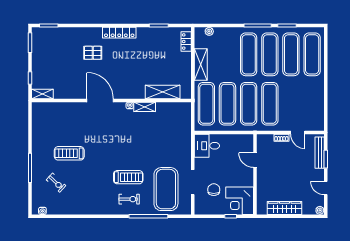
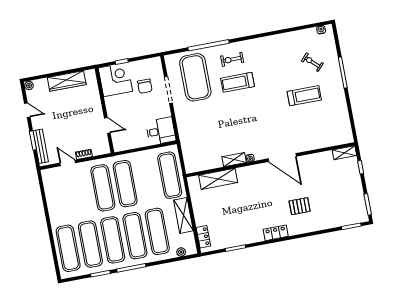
locker: (119, 33) -> (276, 233), width x0.66
exercise mat: (228, 104) -> (157, 231), moved

